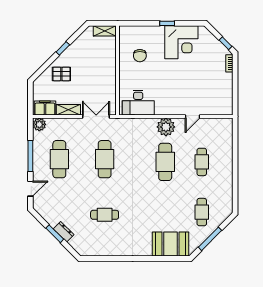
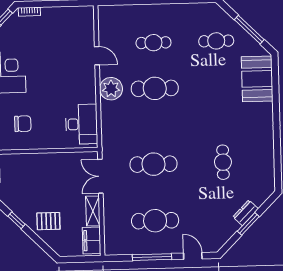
pallet: (61, 74) -> (48, 221), turned 90
plant: (39, 124) -> (112, 247), removed

